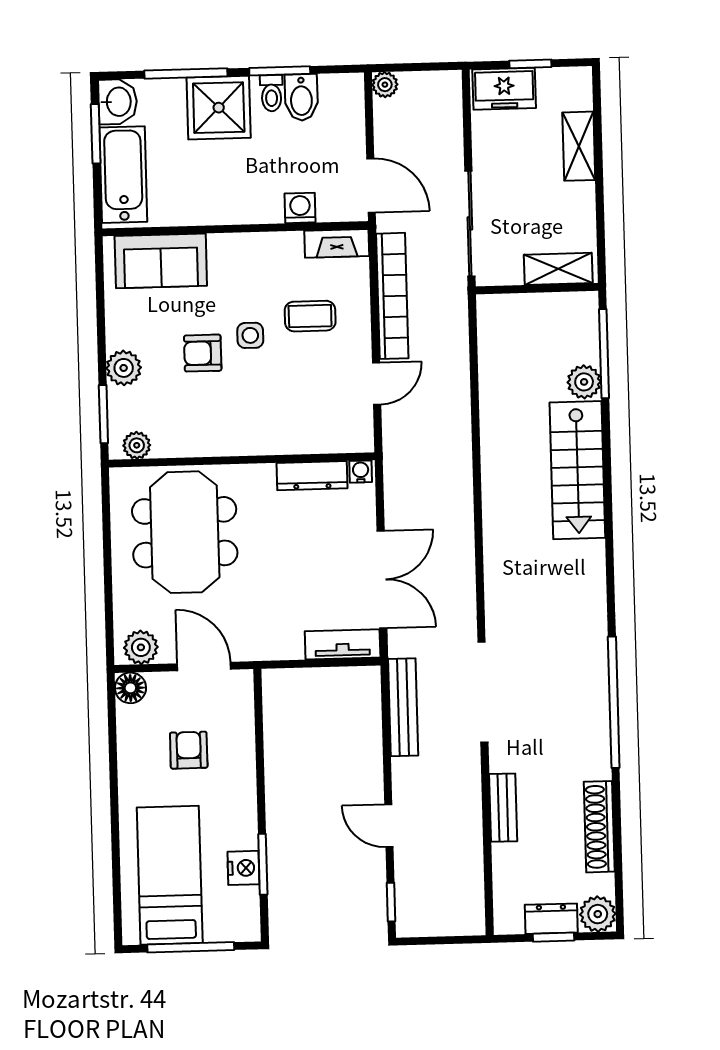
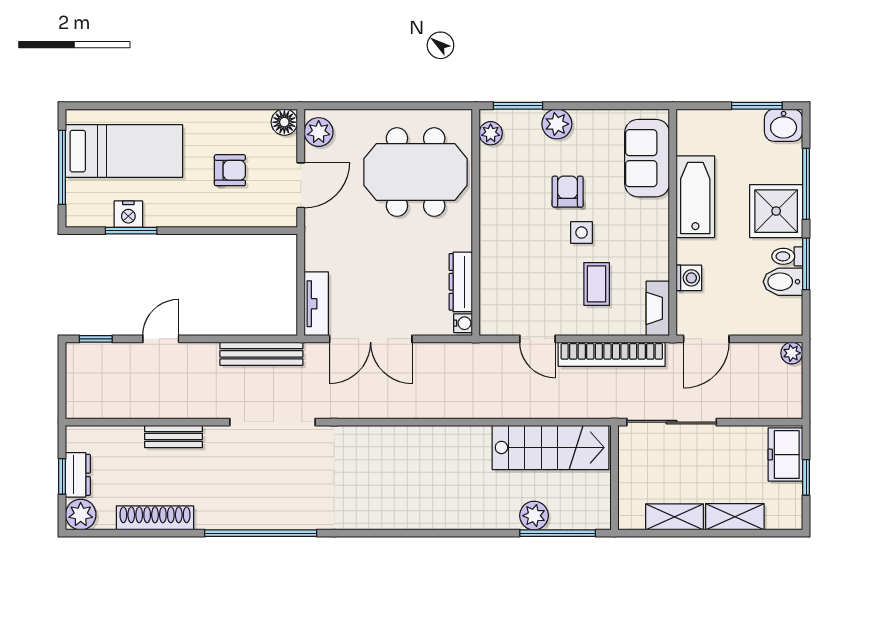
bathtub: (123, 175) -> (695, 197), moved, turned -90
shelving: (558, 269) -> (674, 517), moved, turned 90
stairs: (577, 470) -> (550, 447), moved, turned 180

